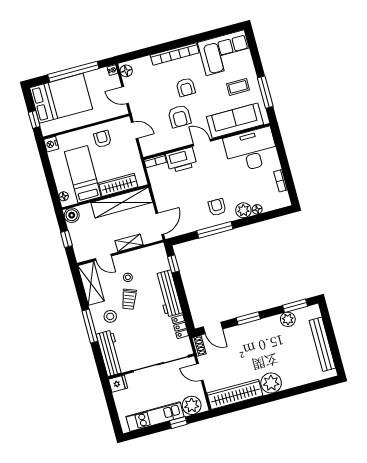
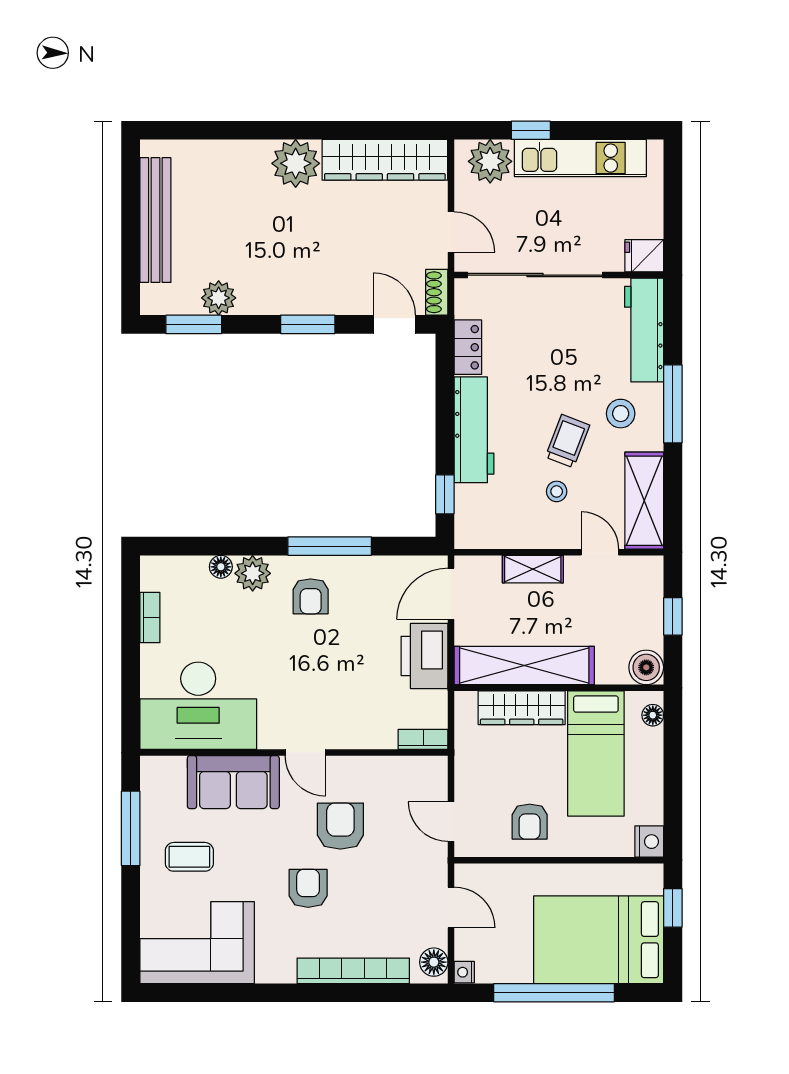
bookcase: (175, 54) -> (353, 971), moved
sofa: (235, 121) -> (233, 782), width x0.73
printer: (181, 160) -> (424, 656), moved, turned -90

